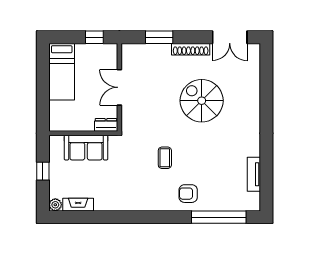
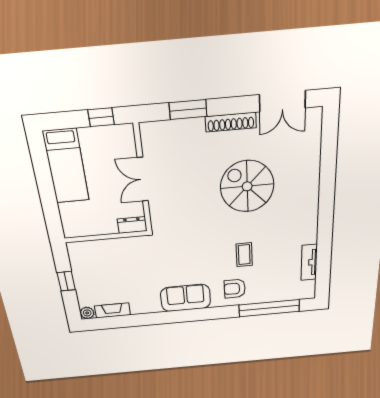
sofa: (86, 148) -> (186, 298), moved, turned 180
coffee table: (165, 158) -> (244, 255), moved

